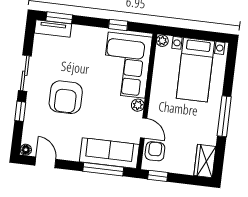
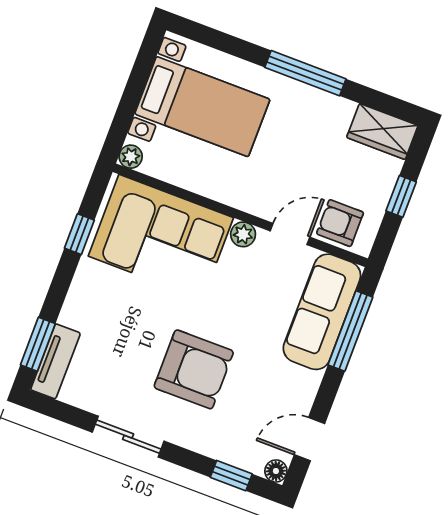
window: (20, 111) -> (231, 476), moved
window: (158, 176) -> (401, 196), moved

